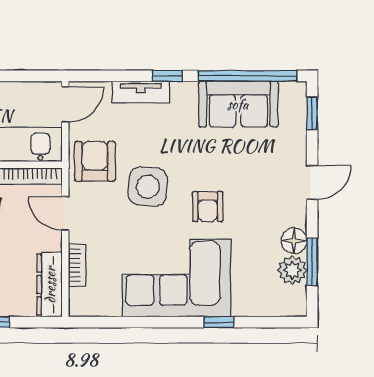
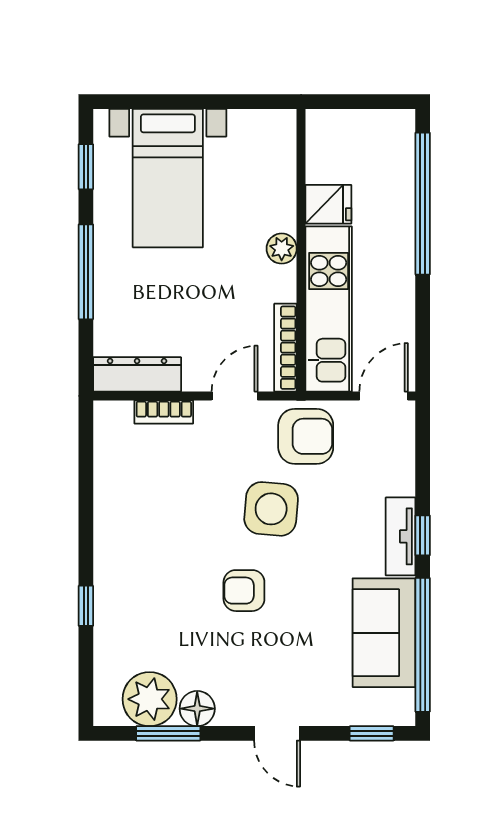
tv unit: (141, 92) -> (401, 536), moved
door: (65, 104) -> (384, 396), swing flipped
plant: (292, 270) -> (150, 699), width x1.36, depth x1.36
corner sofa: (177, 278) -> (146, 548), removed

